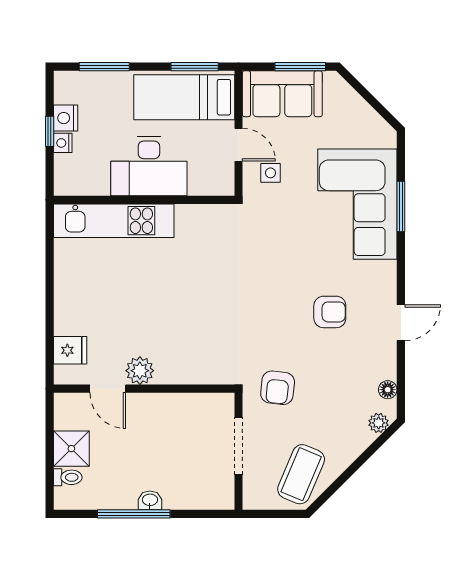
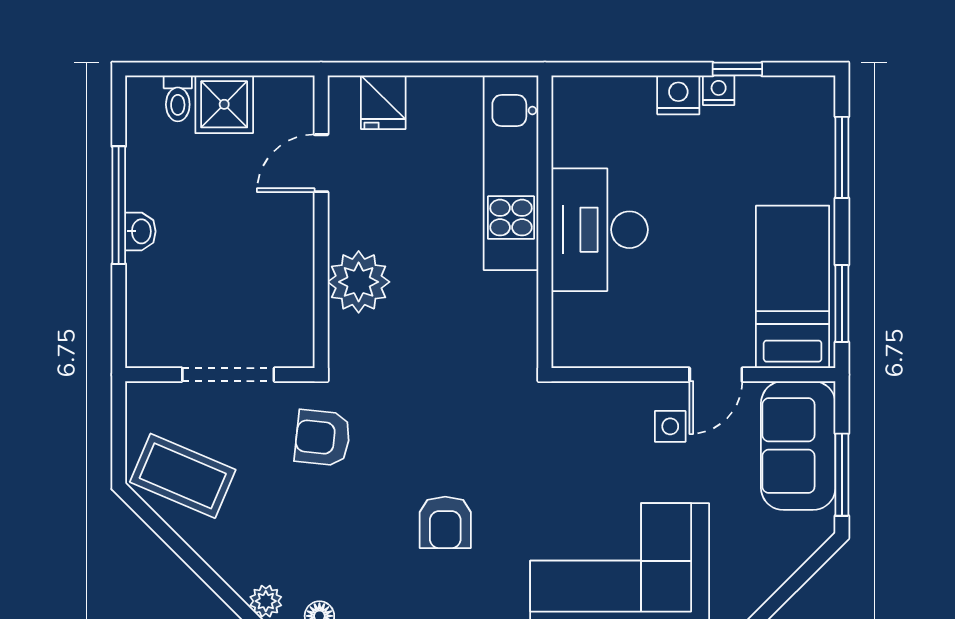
nightstand: (66, 118) -> (678, 95), moved
desk: (149, 166) -> (600, 230), moved
wall: (144, 200) -> (545, 222), moved
kitchen unit: (114, 221) -> (511, 173), moved
plant: (140, 371) -> (359, 282), moved, width x1.36, depth x1.36

